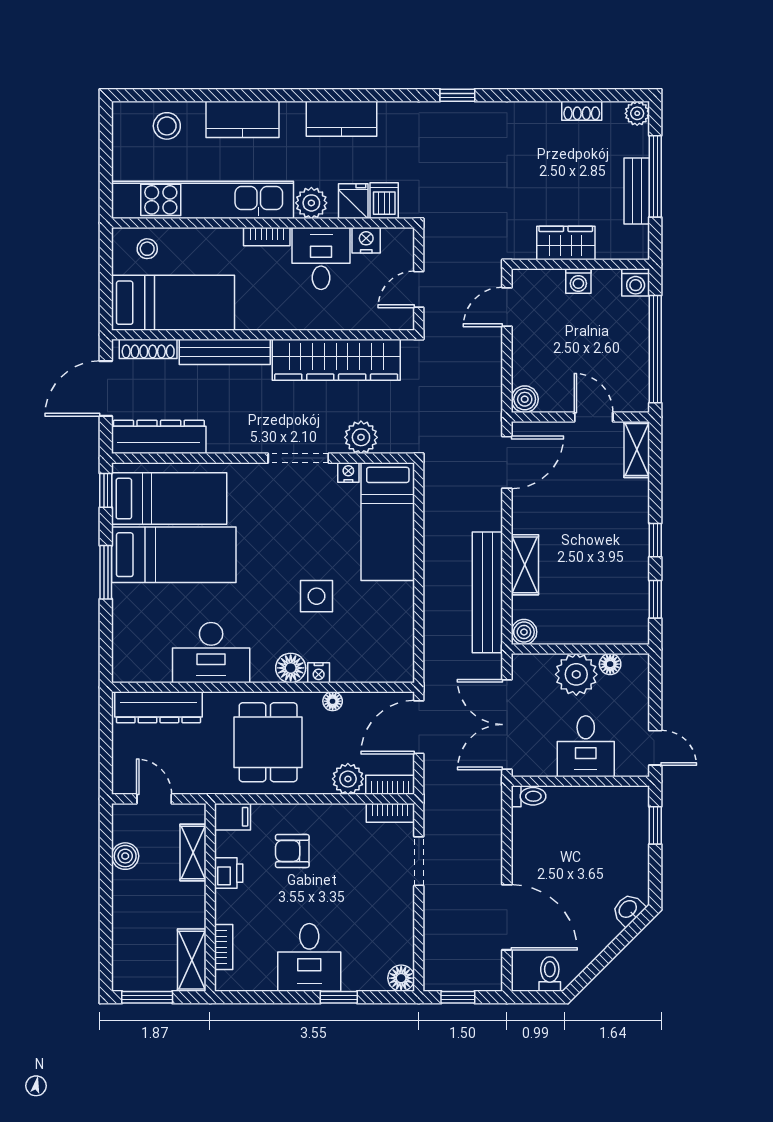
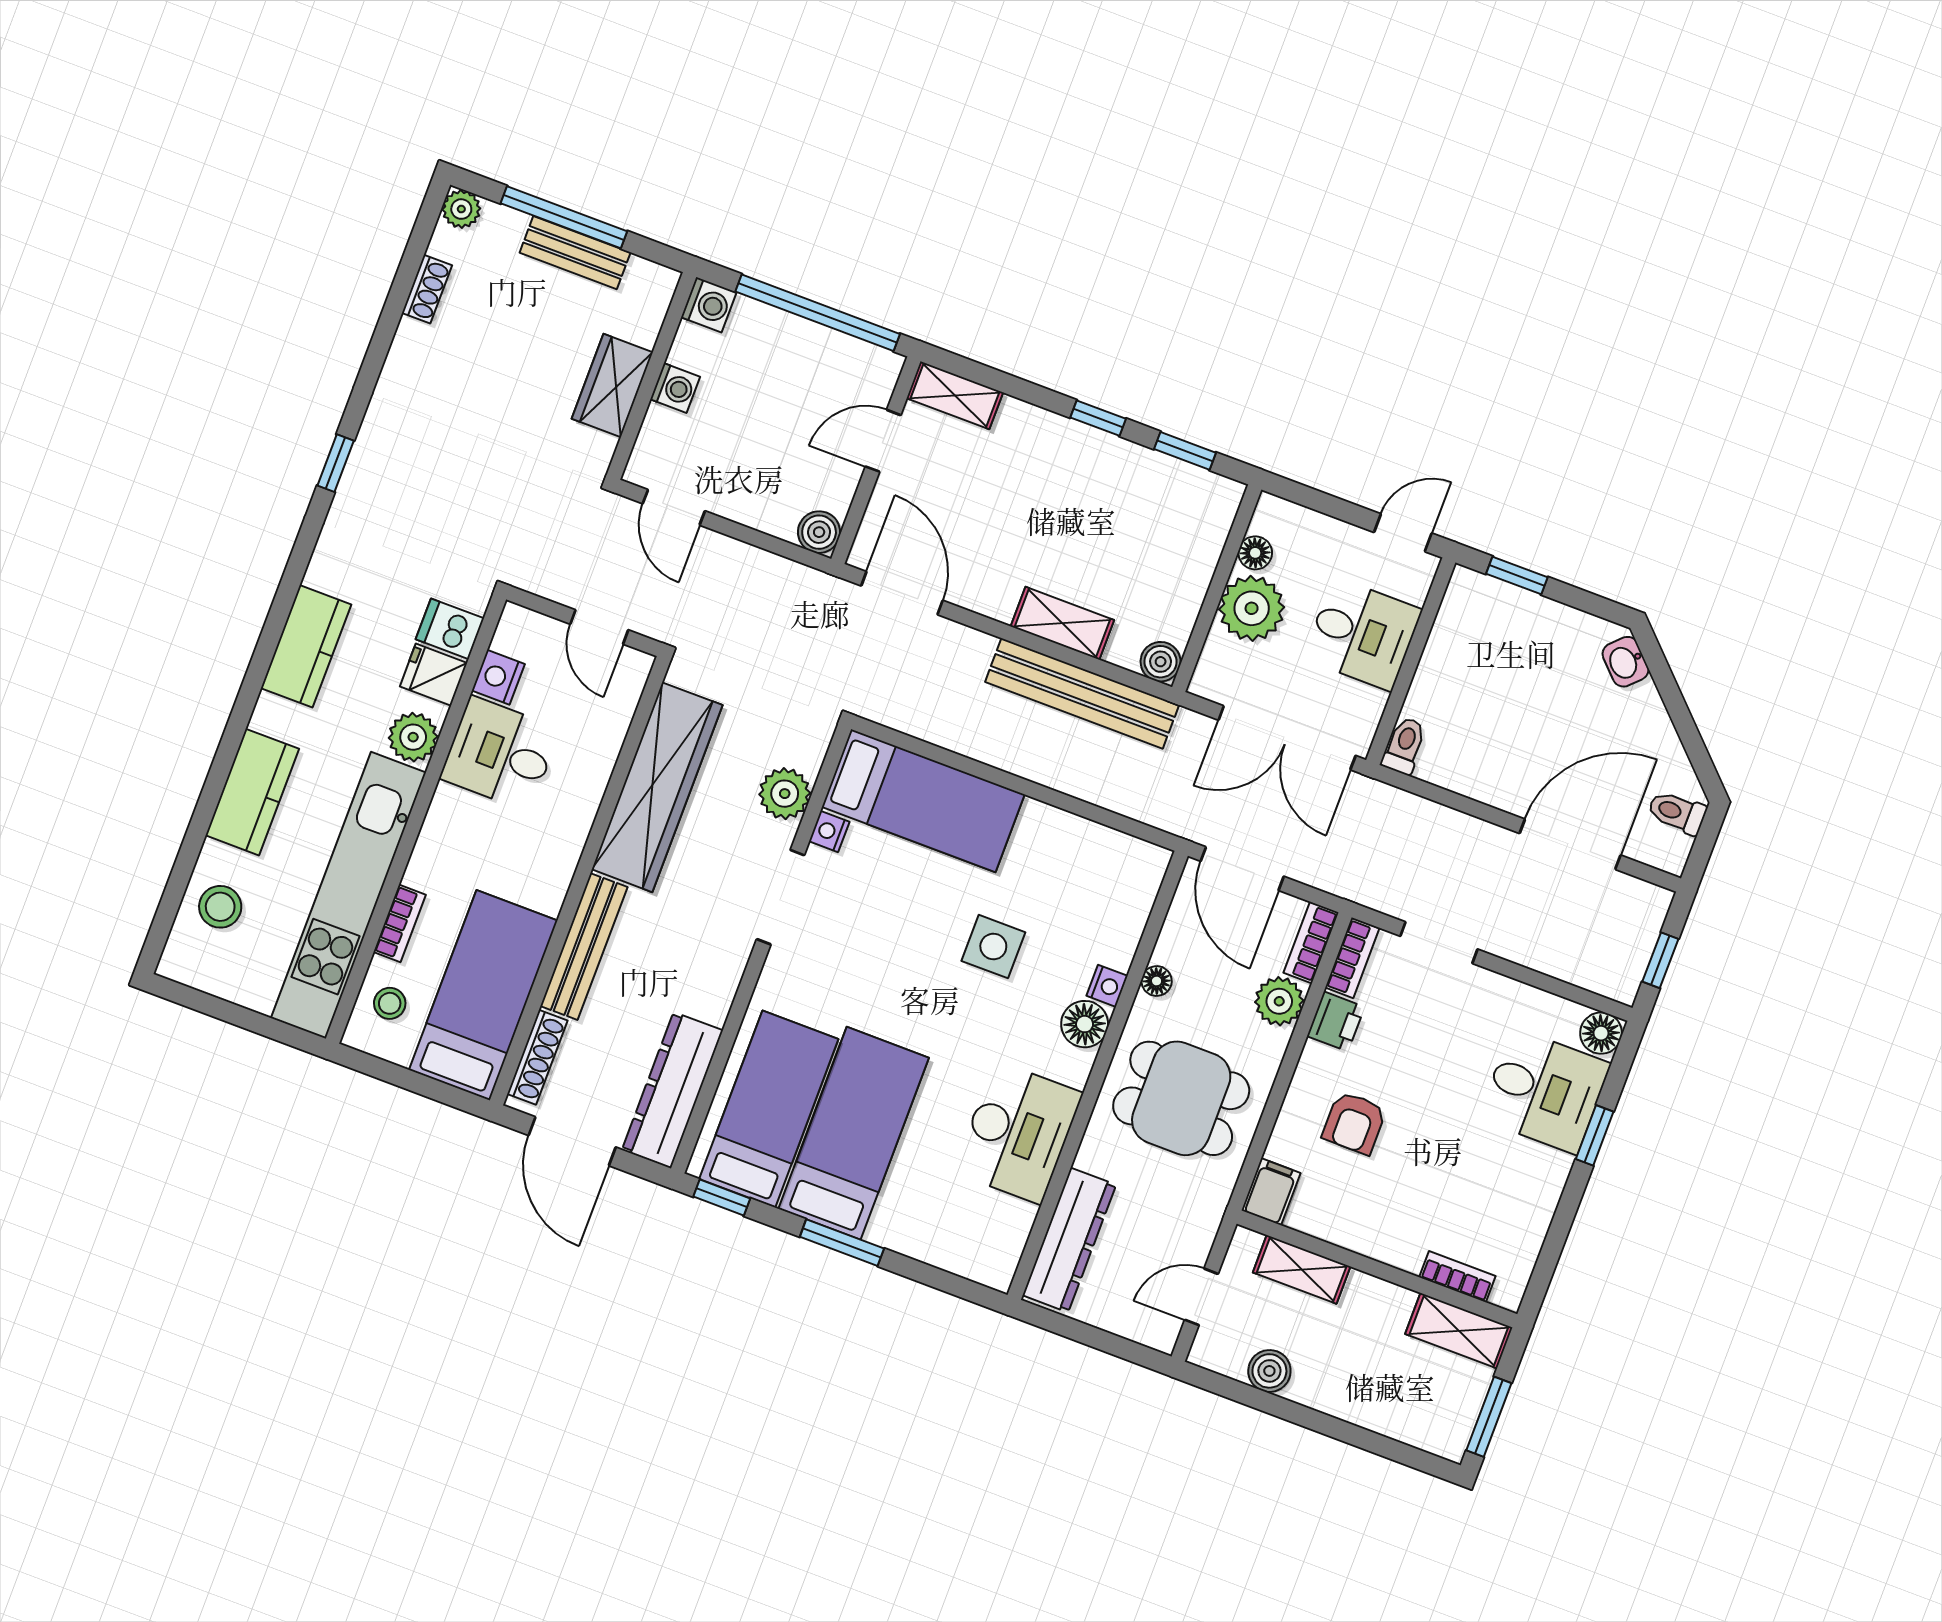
bookcase: (267, 237) -> (400, 923), moved
printer: (229, 873) -> (1336, 1021), moved, turned 90
desk: (309, 957) -> (1545, 1091), moved

